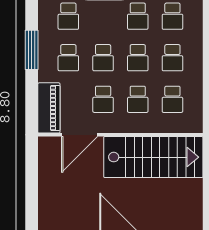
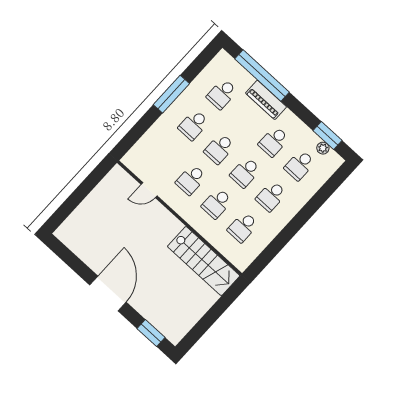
piano: (49, 108) -> (145, 149), removed
door: (80, 135) -> (149, 190), width x0.53
stairs: (153, 157) -> (204, 261), width x0.73, depth x0.66

